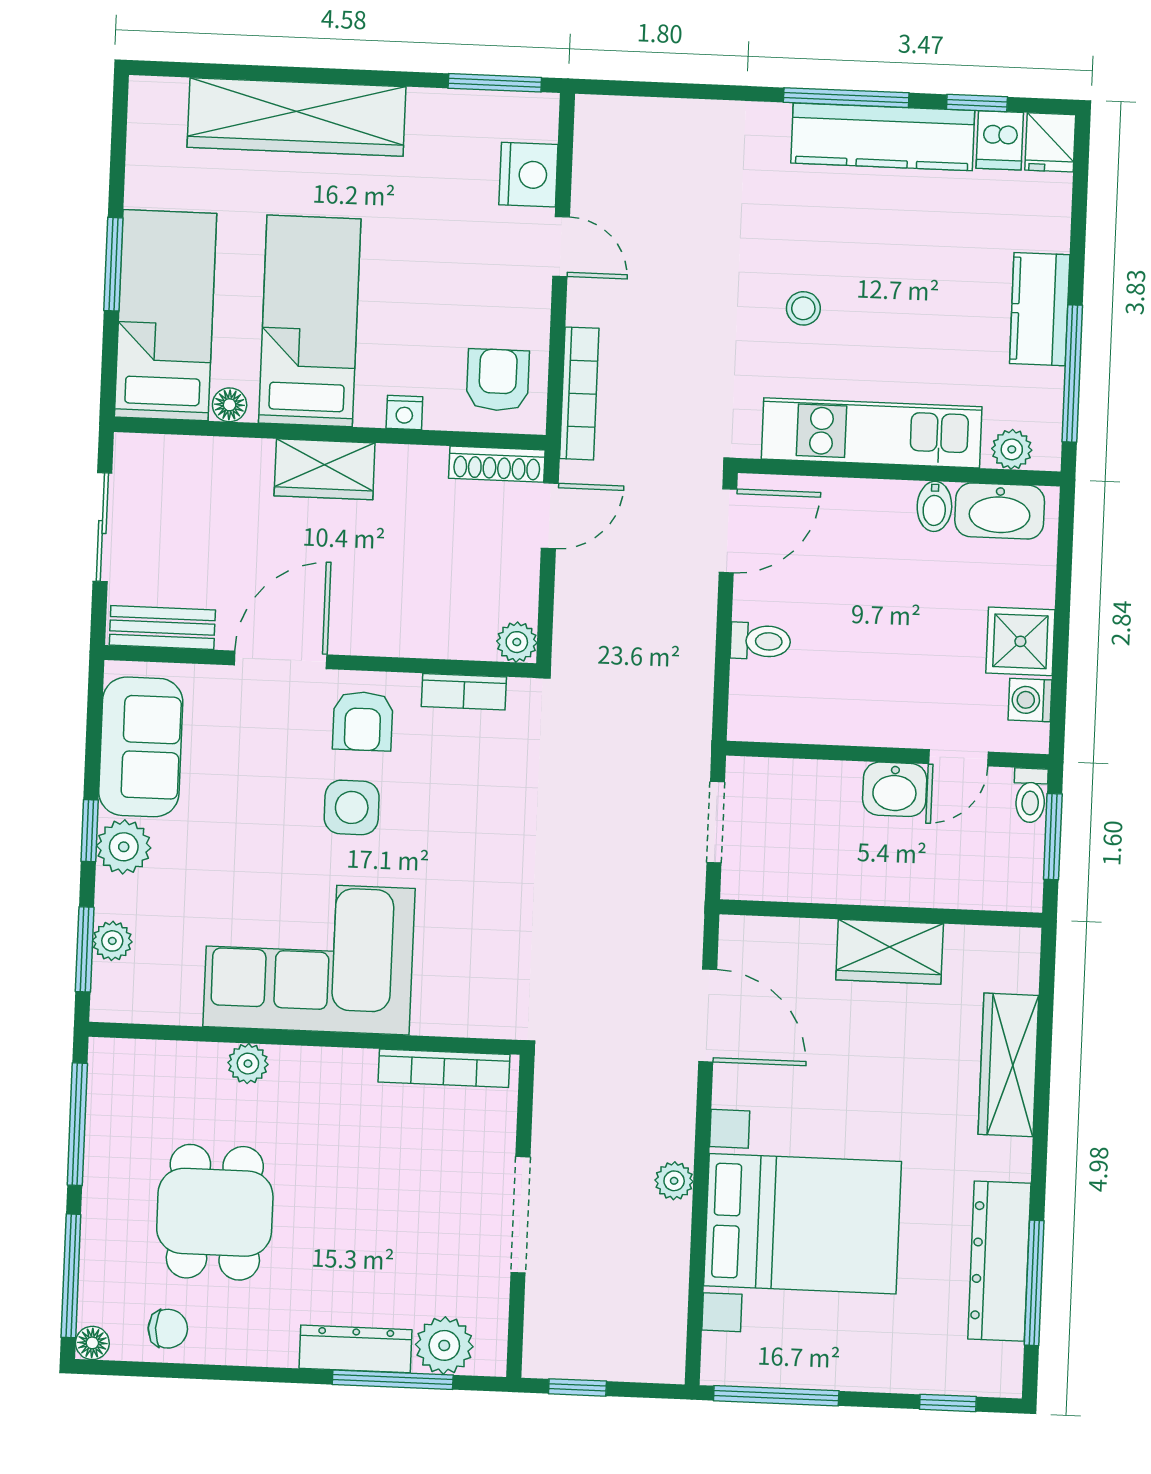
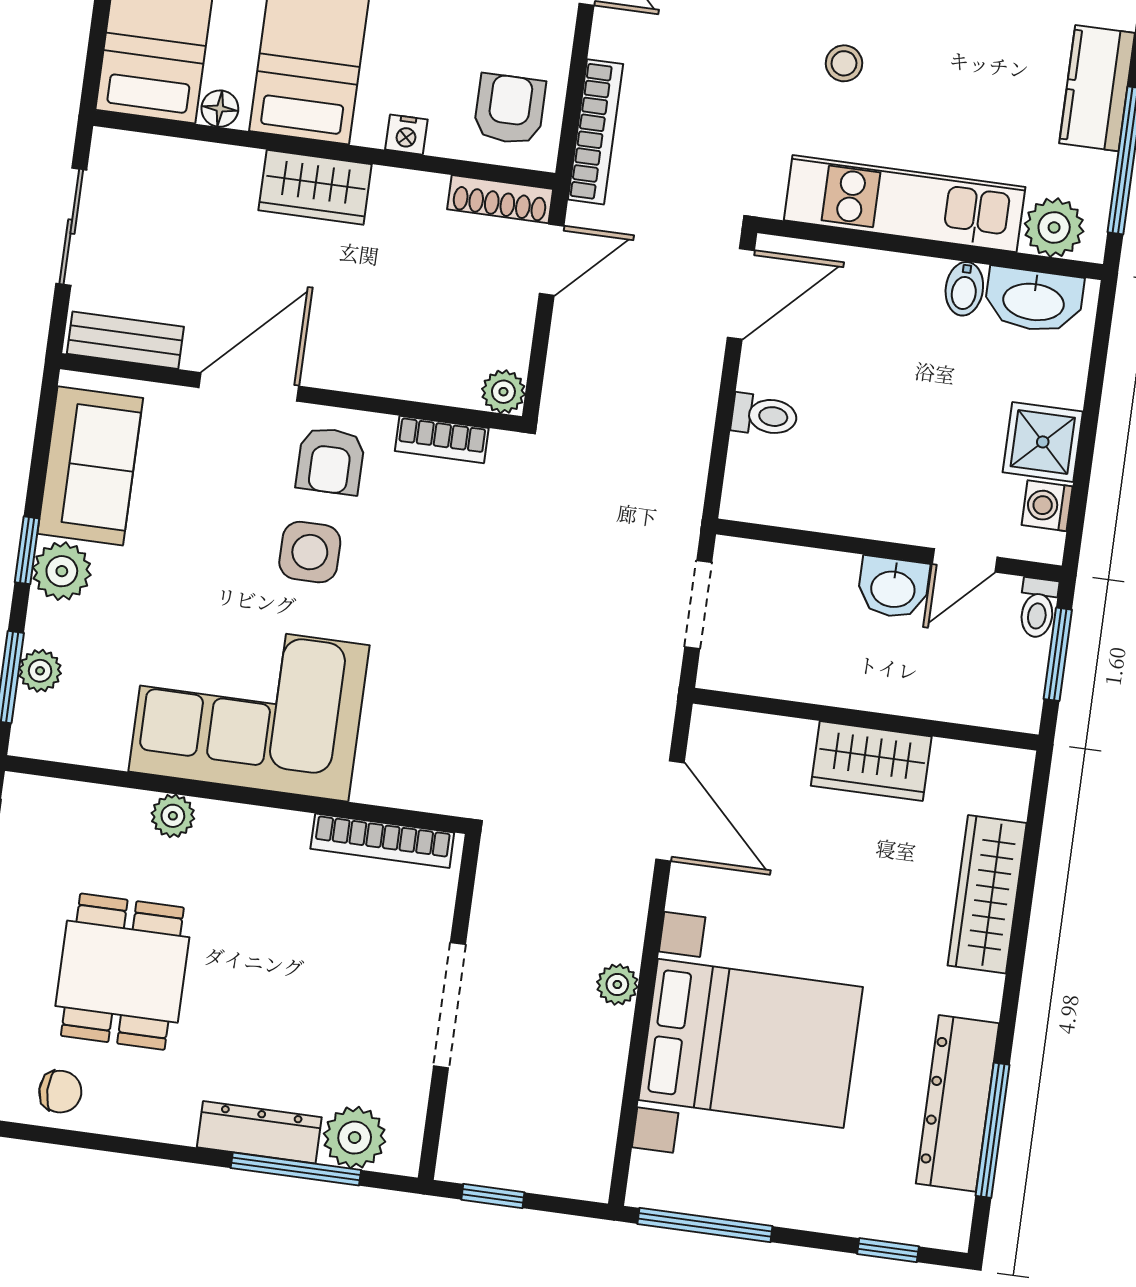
plant: (1012, 449) -> (1054, 227), width x1.38, depth x1.38

